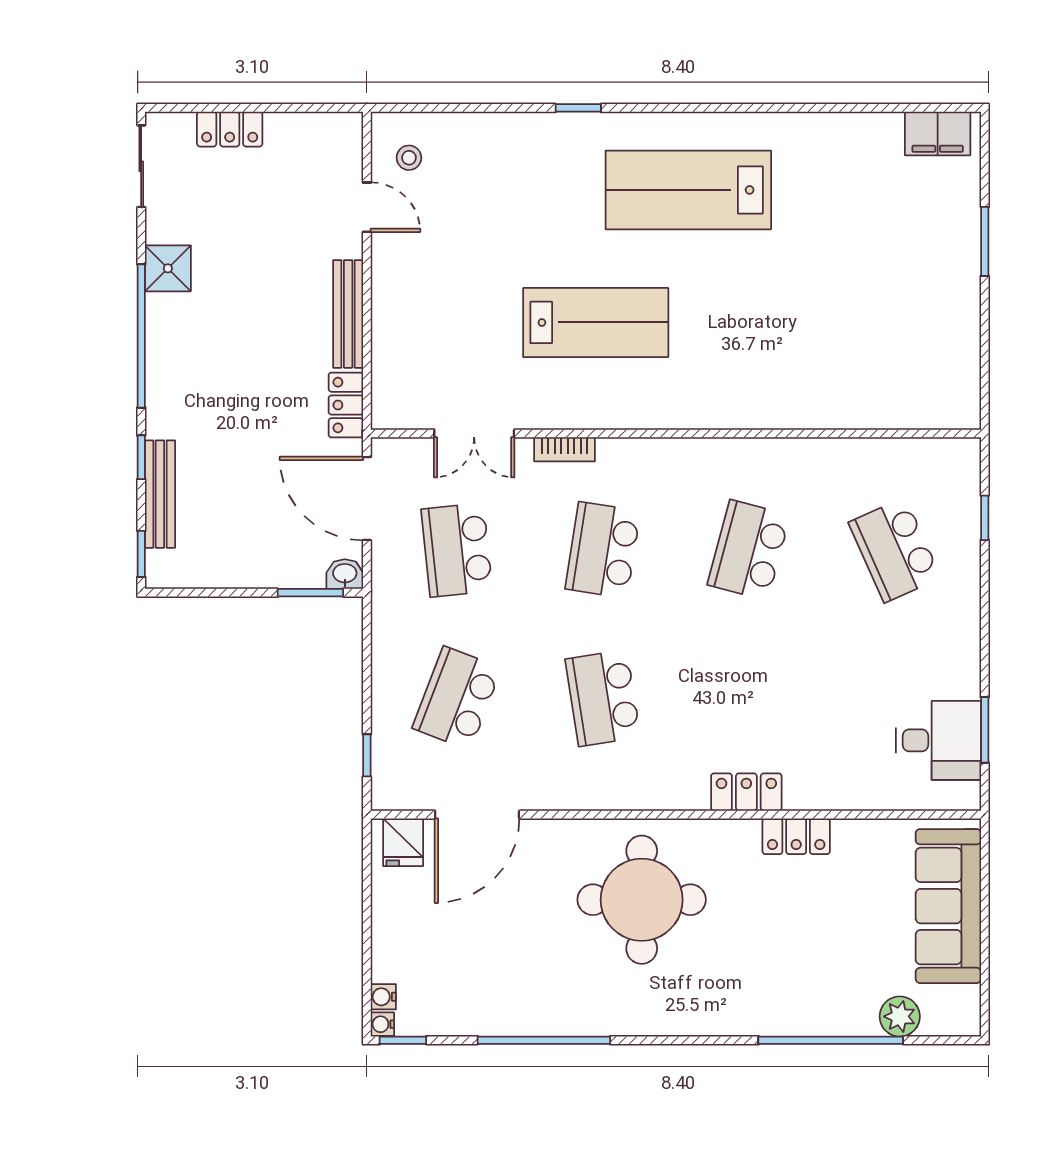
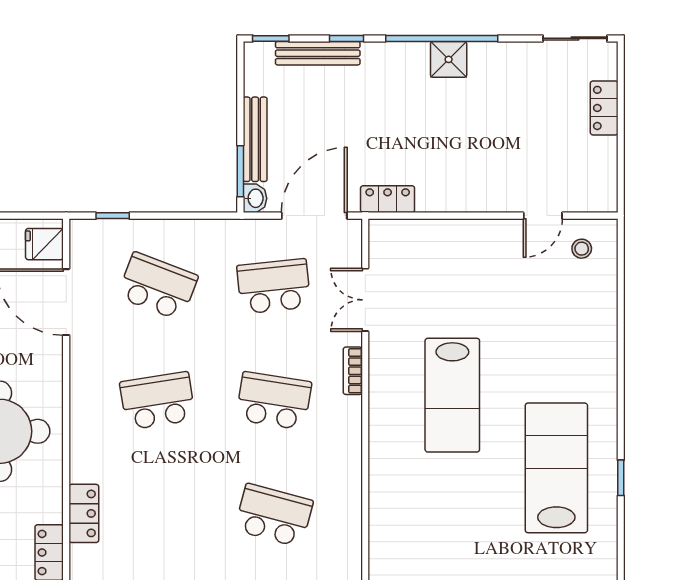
window: (578, 108) -> (621, 478), moved
shower: (168, 268) -> (449, 59), moved
bench: (348, 314) -> (255, 139), moved, turned 90

